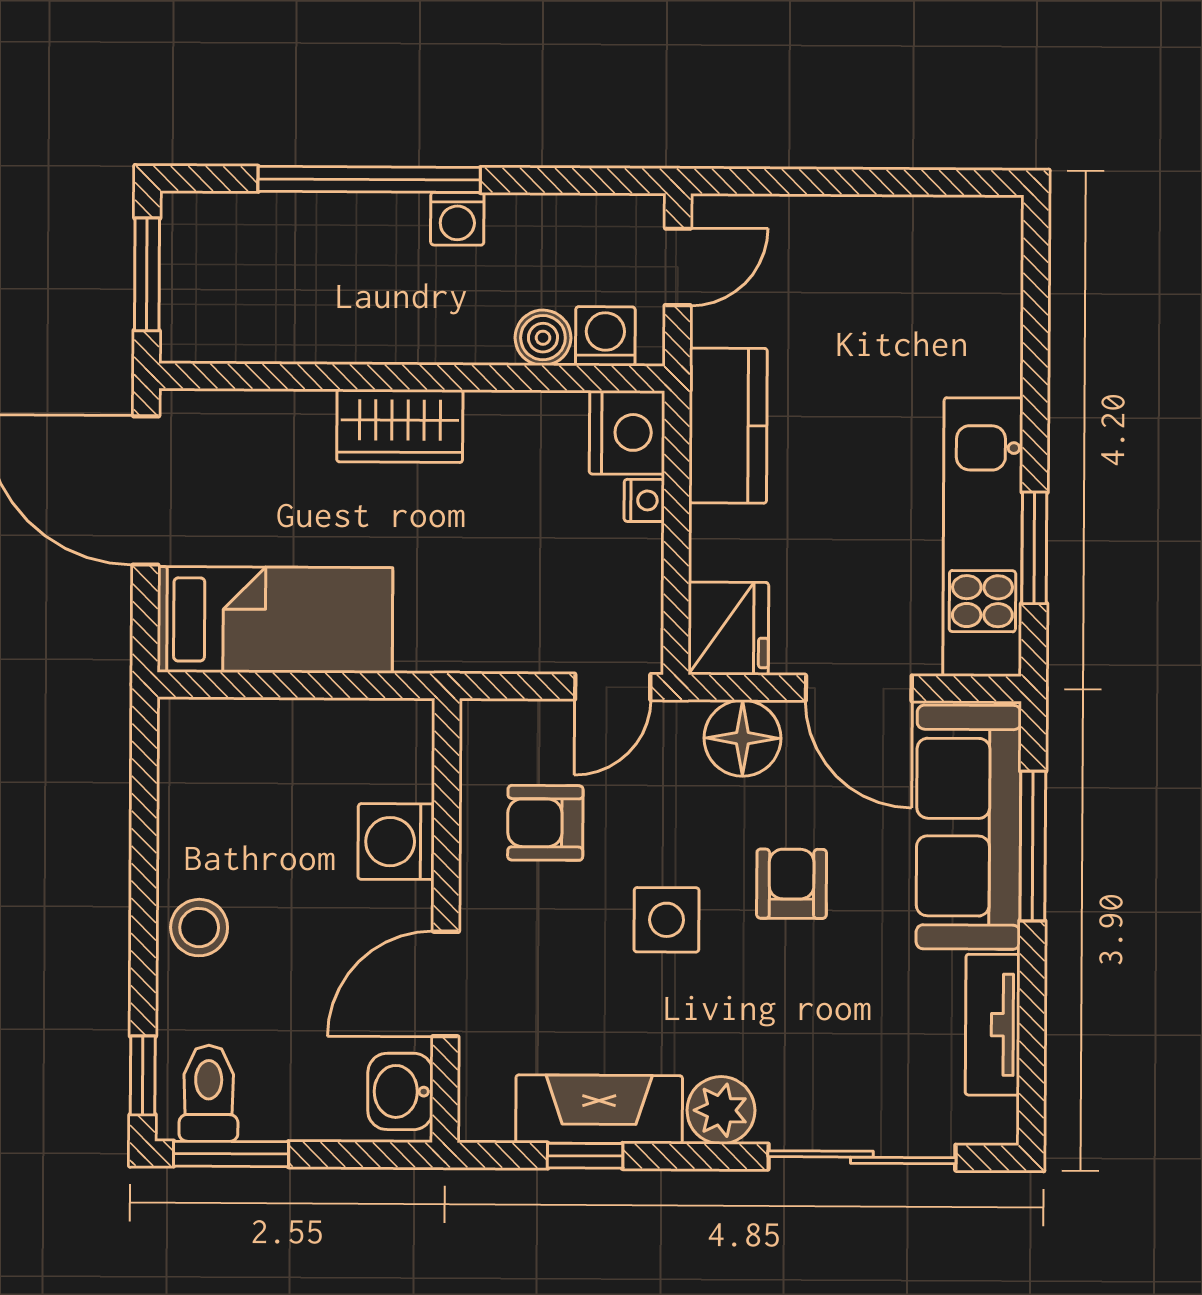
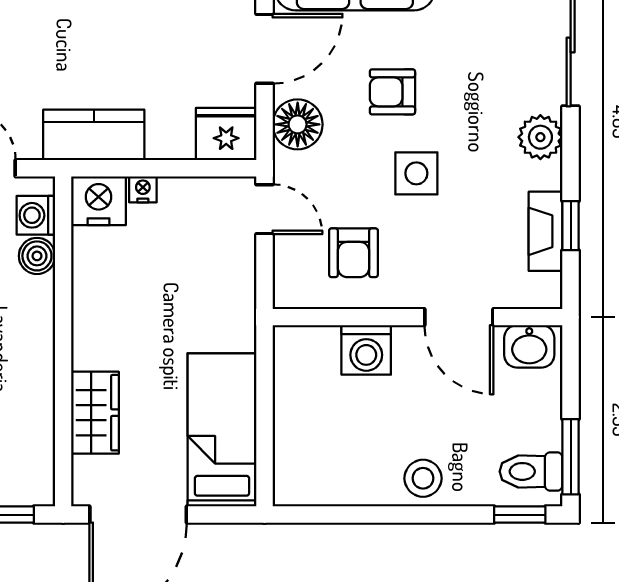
wardrobe: (400, 426) -> (95, 413), moved
fireplace: (599, 1109) -> (546, 231), width x0.73, depth x0.76

